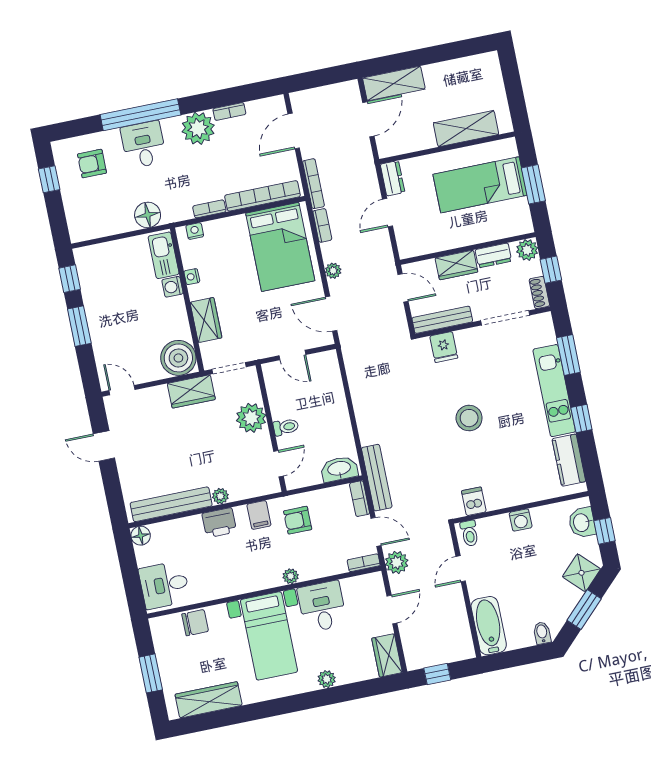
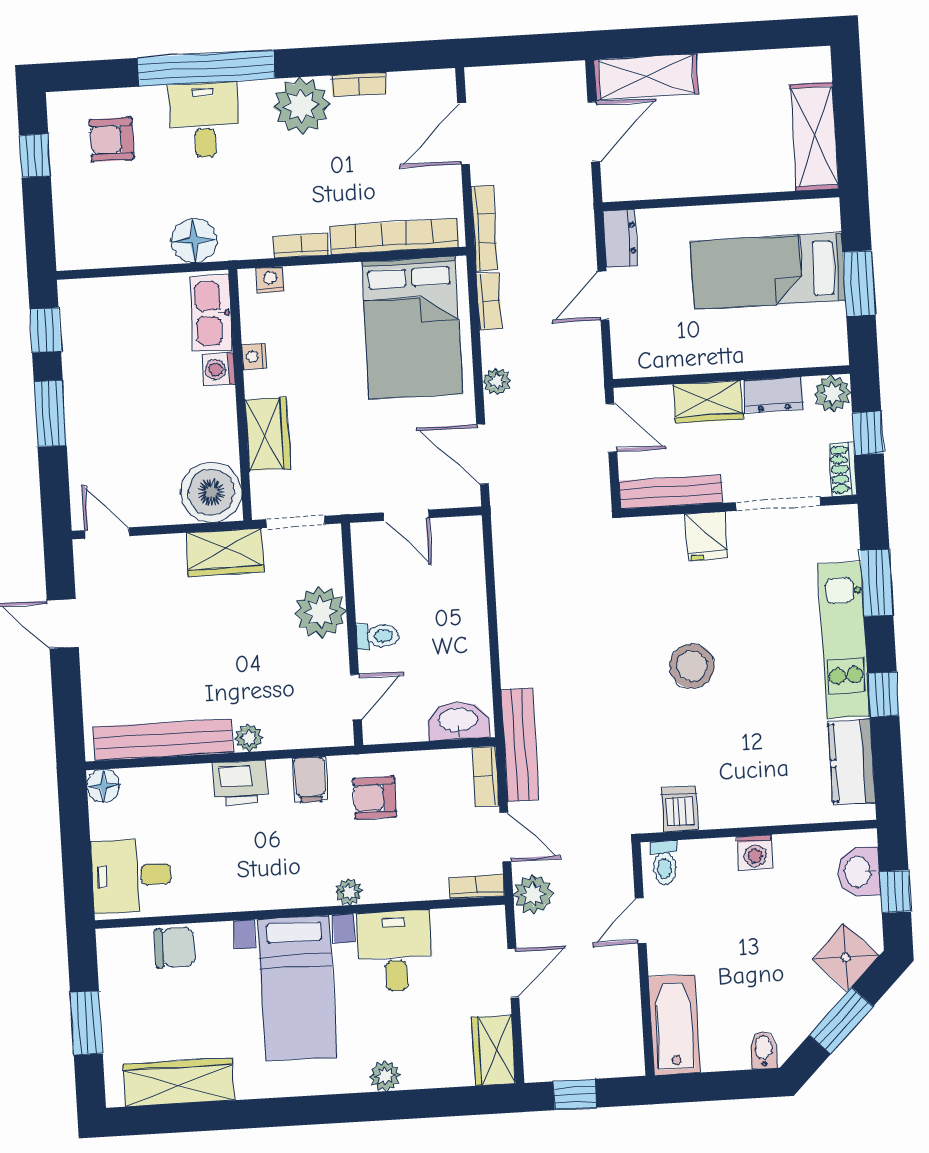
shelving: (466, 129) -> (814, 136), moved, turned 90
fridge: (444, 347) -> (706, 536), moved

